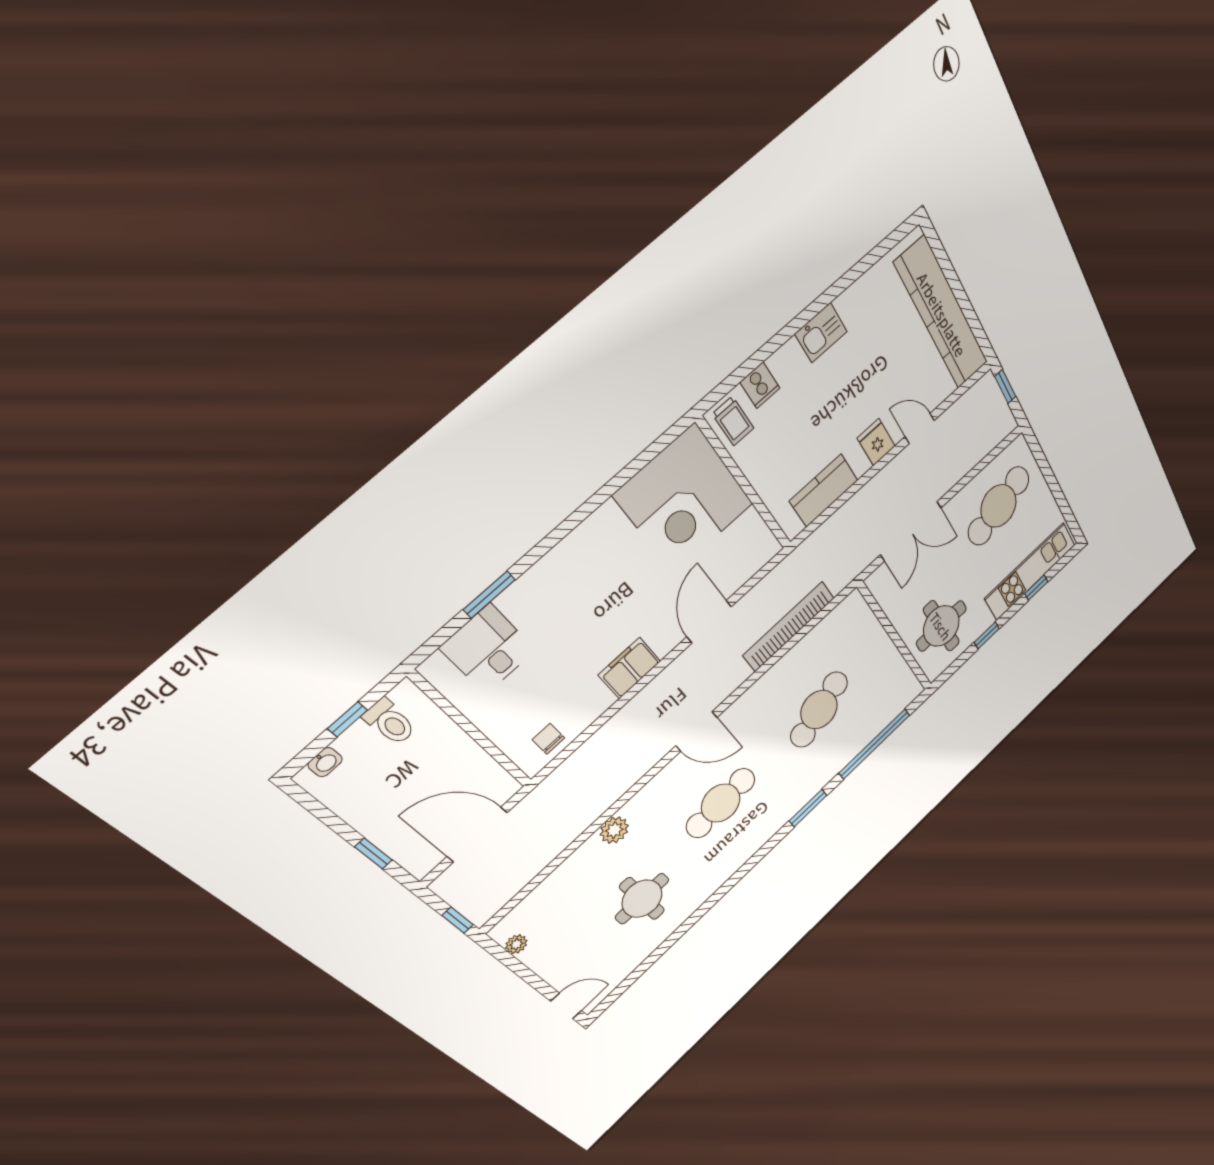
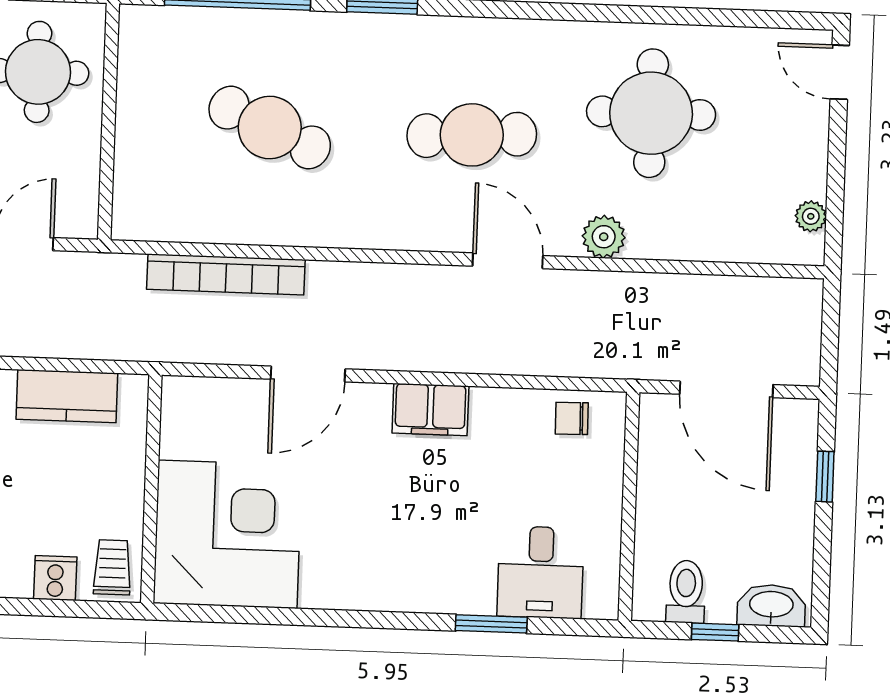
cafe table: (819, 710) -> (270, 127), turned 42
door: (696, 732) -> (508, 261), moved
chair: (548, 739) -> (572, 418), turned 89
washbasin: (325, 762) -> (771, 605), width x1.91, depth x1.45
round table: (642, 899) -> (651, 113), width x1.36, depth x1.36
window: (458, 920) -> (831, 314), removed

